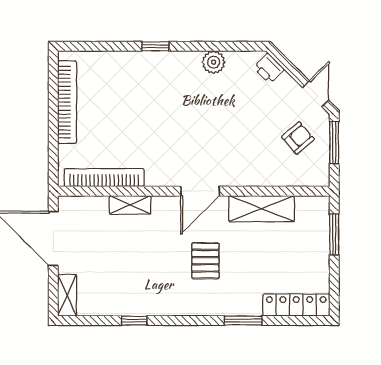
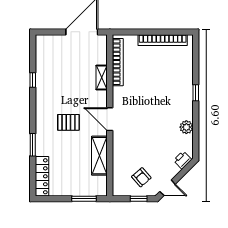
window: (334, 143) -> (139, 199), width x0.67
shelving: (67, 295) -> (48, 40), removed

